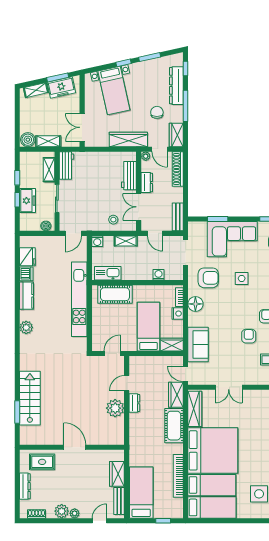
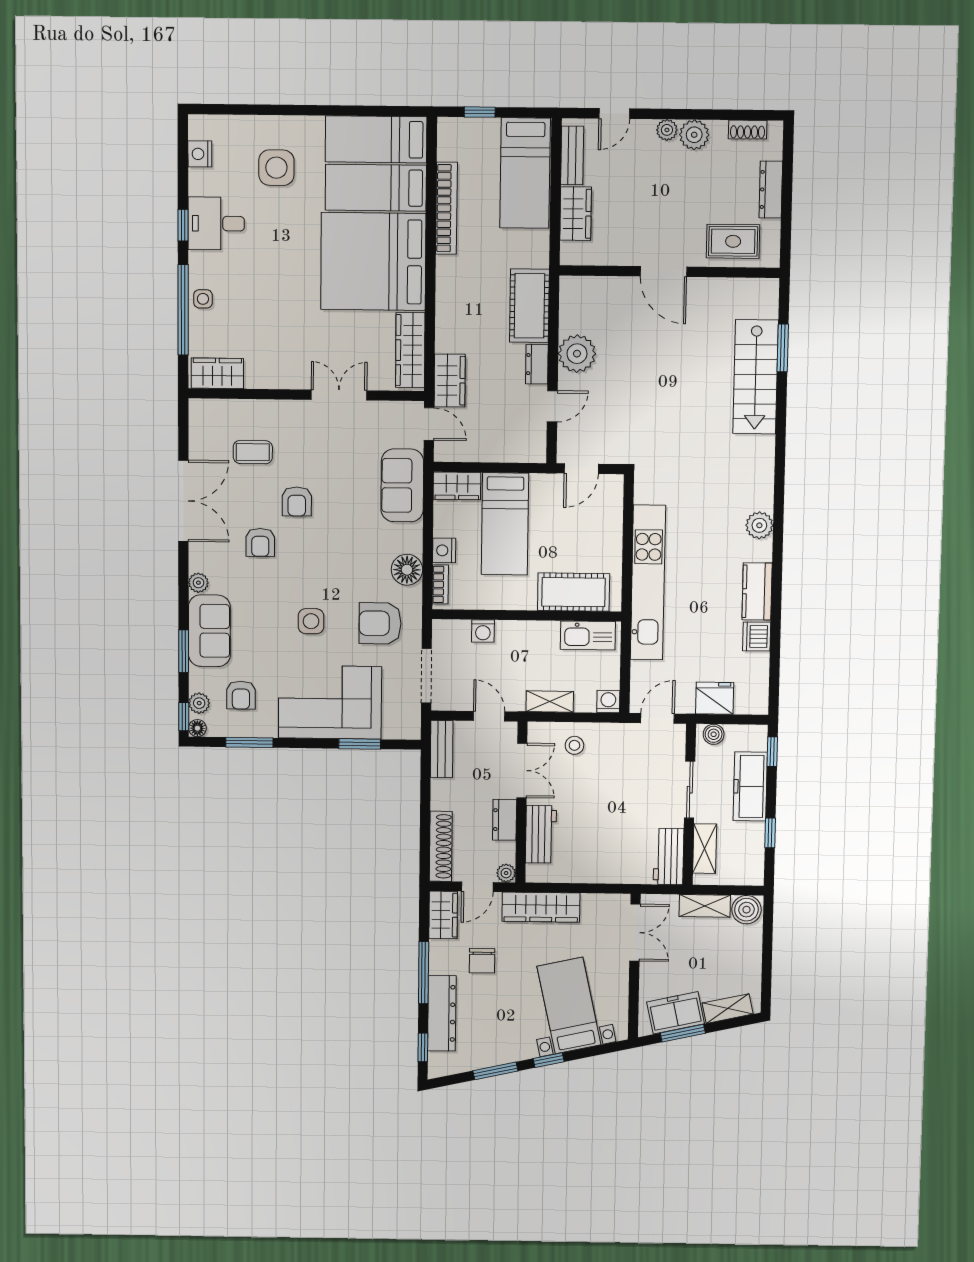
door: (160, 149) -> (477, 887), swing flipped
window: (17, 200) -> (772, 752), moved
freezer: (28, 201) -> (750, 786), width x1.40
fridge: (27, 257) -> (715, 698), moved, turned 90
cot: (174, 426) -> (529, 306), moved

